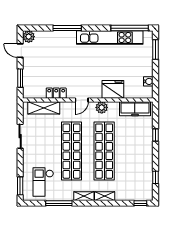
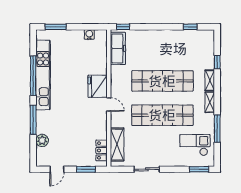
window: (130, 28) -> (33, 76), moved
plant: (29, 37) -> (42, 140), moved
fridge: (113, 89) -> (98, 86), moved
locker: (56, 93) -> (102, 150), moved
plant: (102, 107) -> (117, 84), removed
window: (156, 135) -> (123, 27), moved
checkout: (43, 182) -> (195, 145), turned 180
window: (140, 203) -> (217, 62), moved

